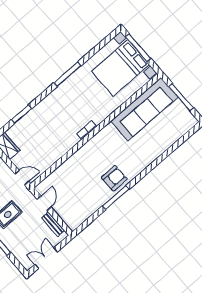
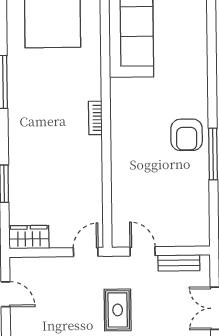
armchair: (114, 178) -> (187, 135), turned 180

